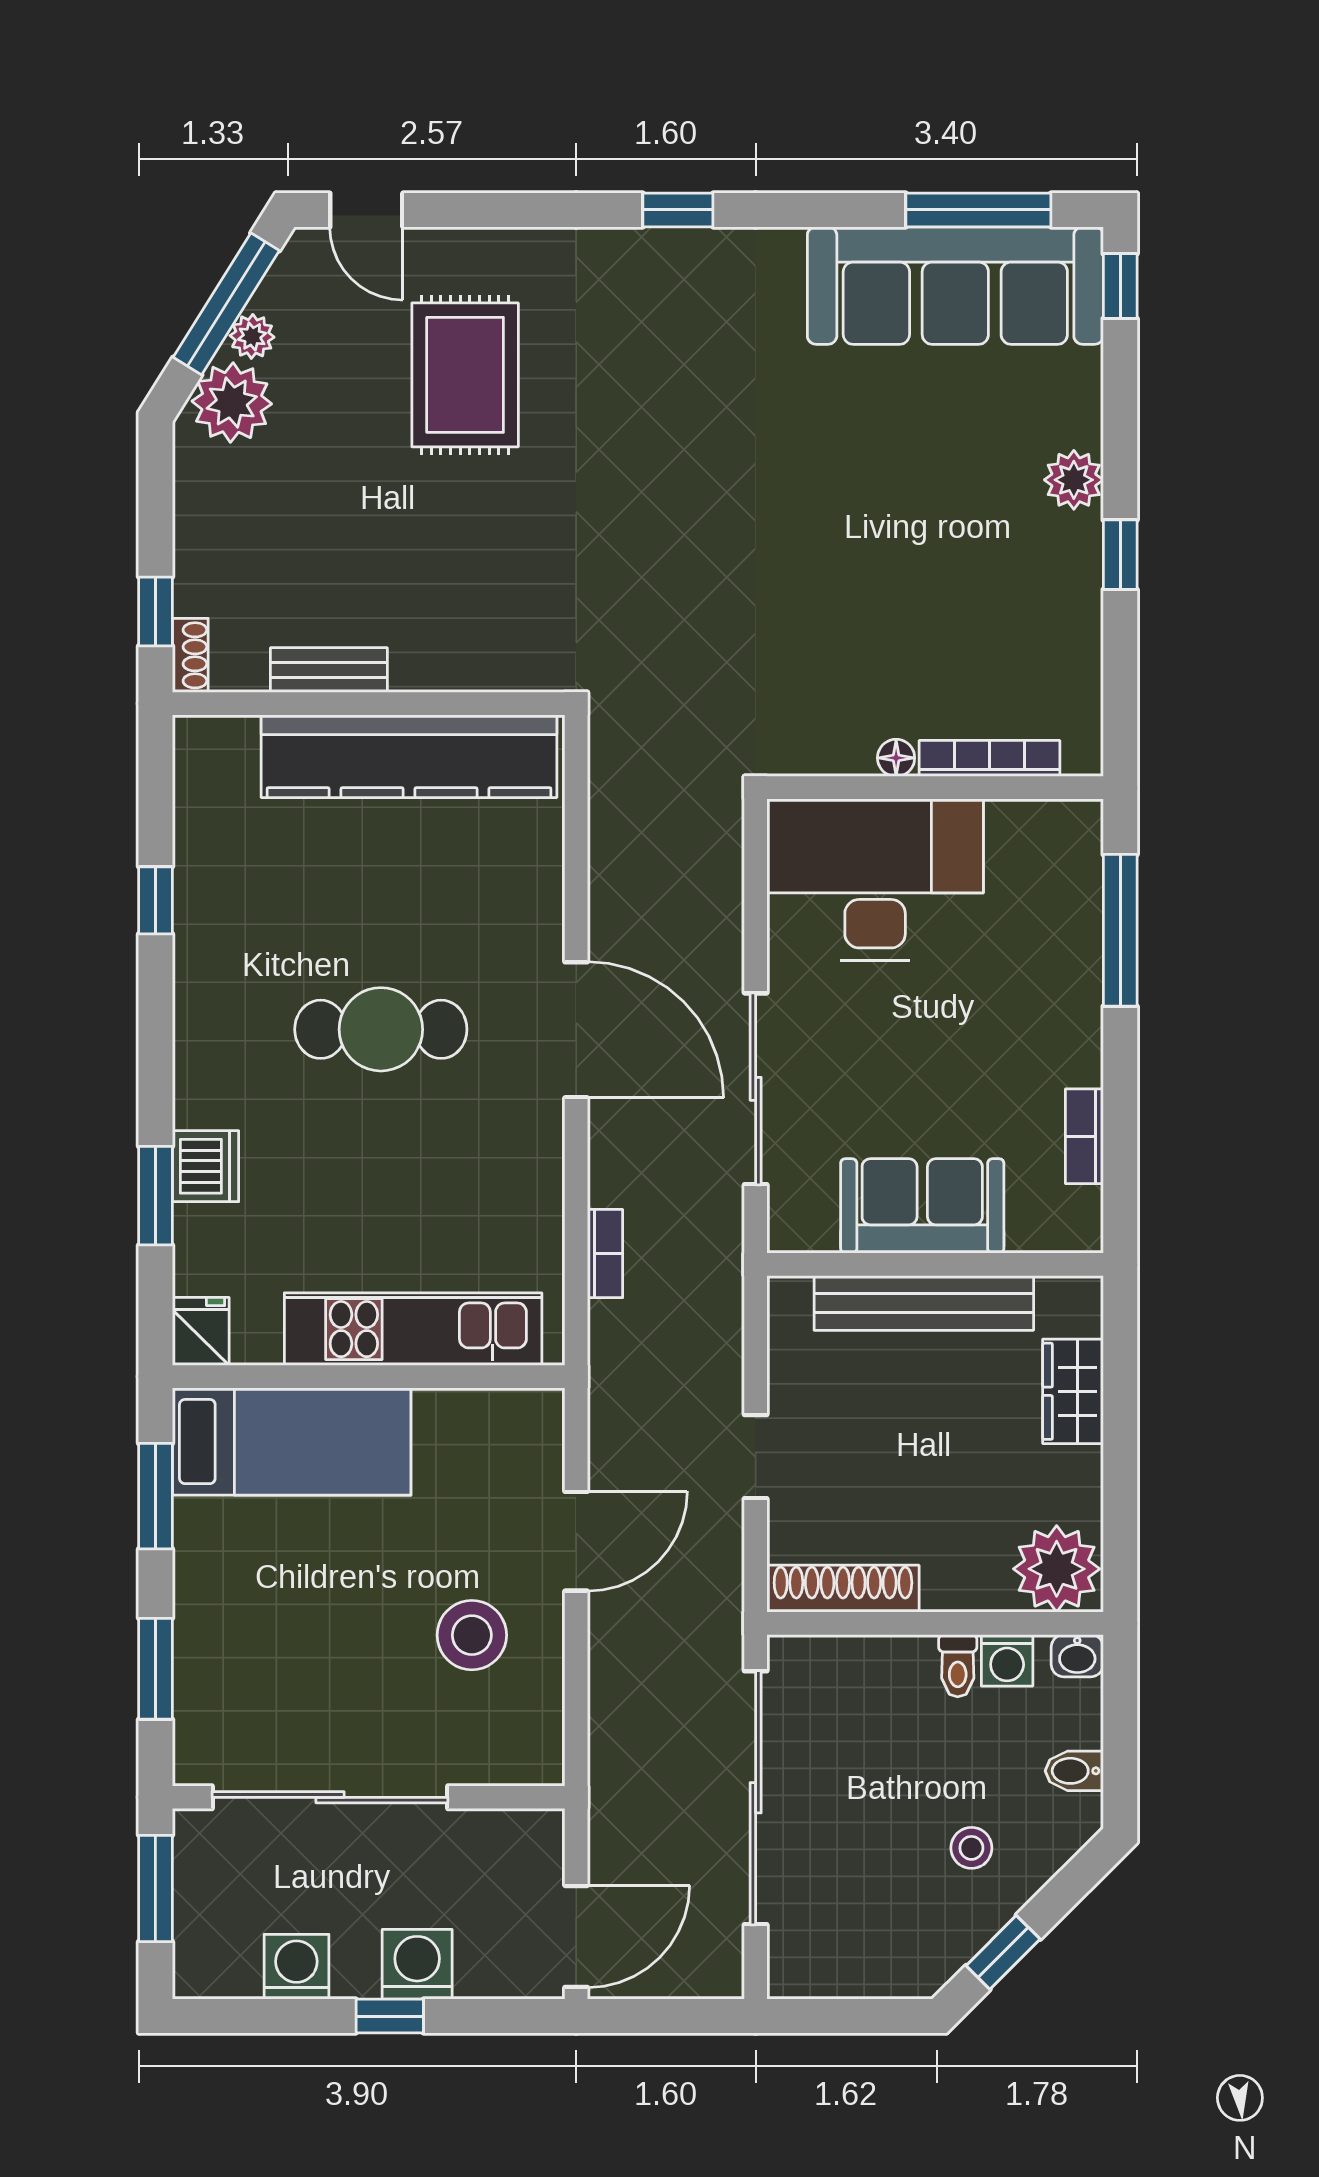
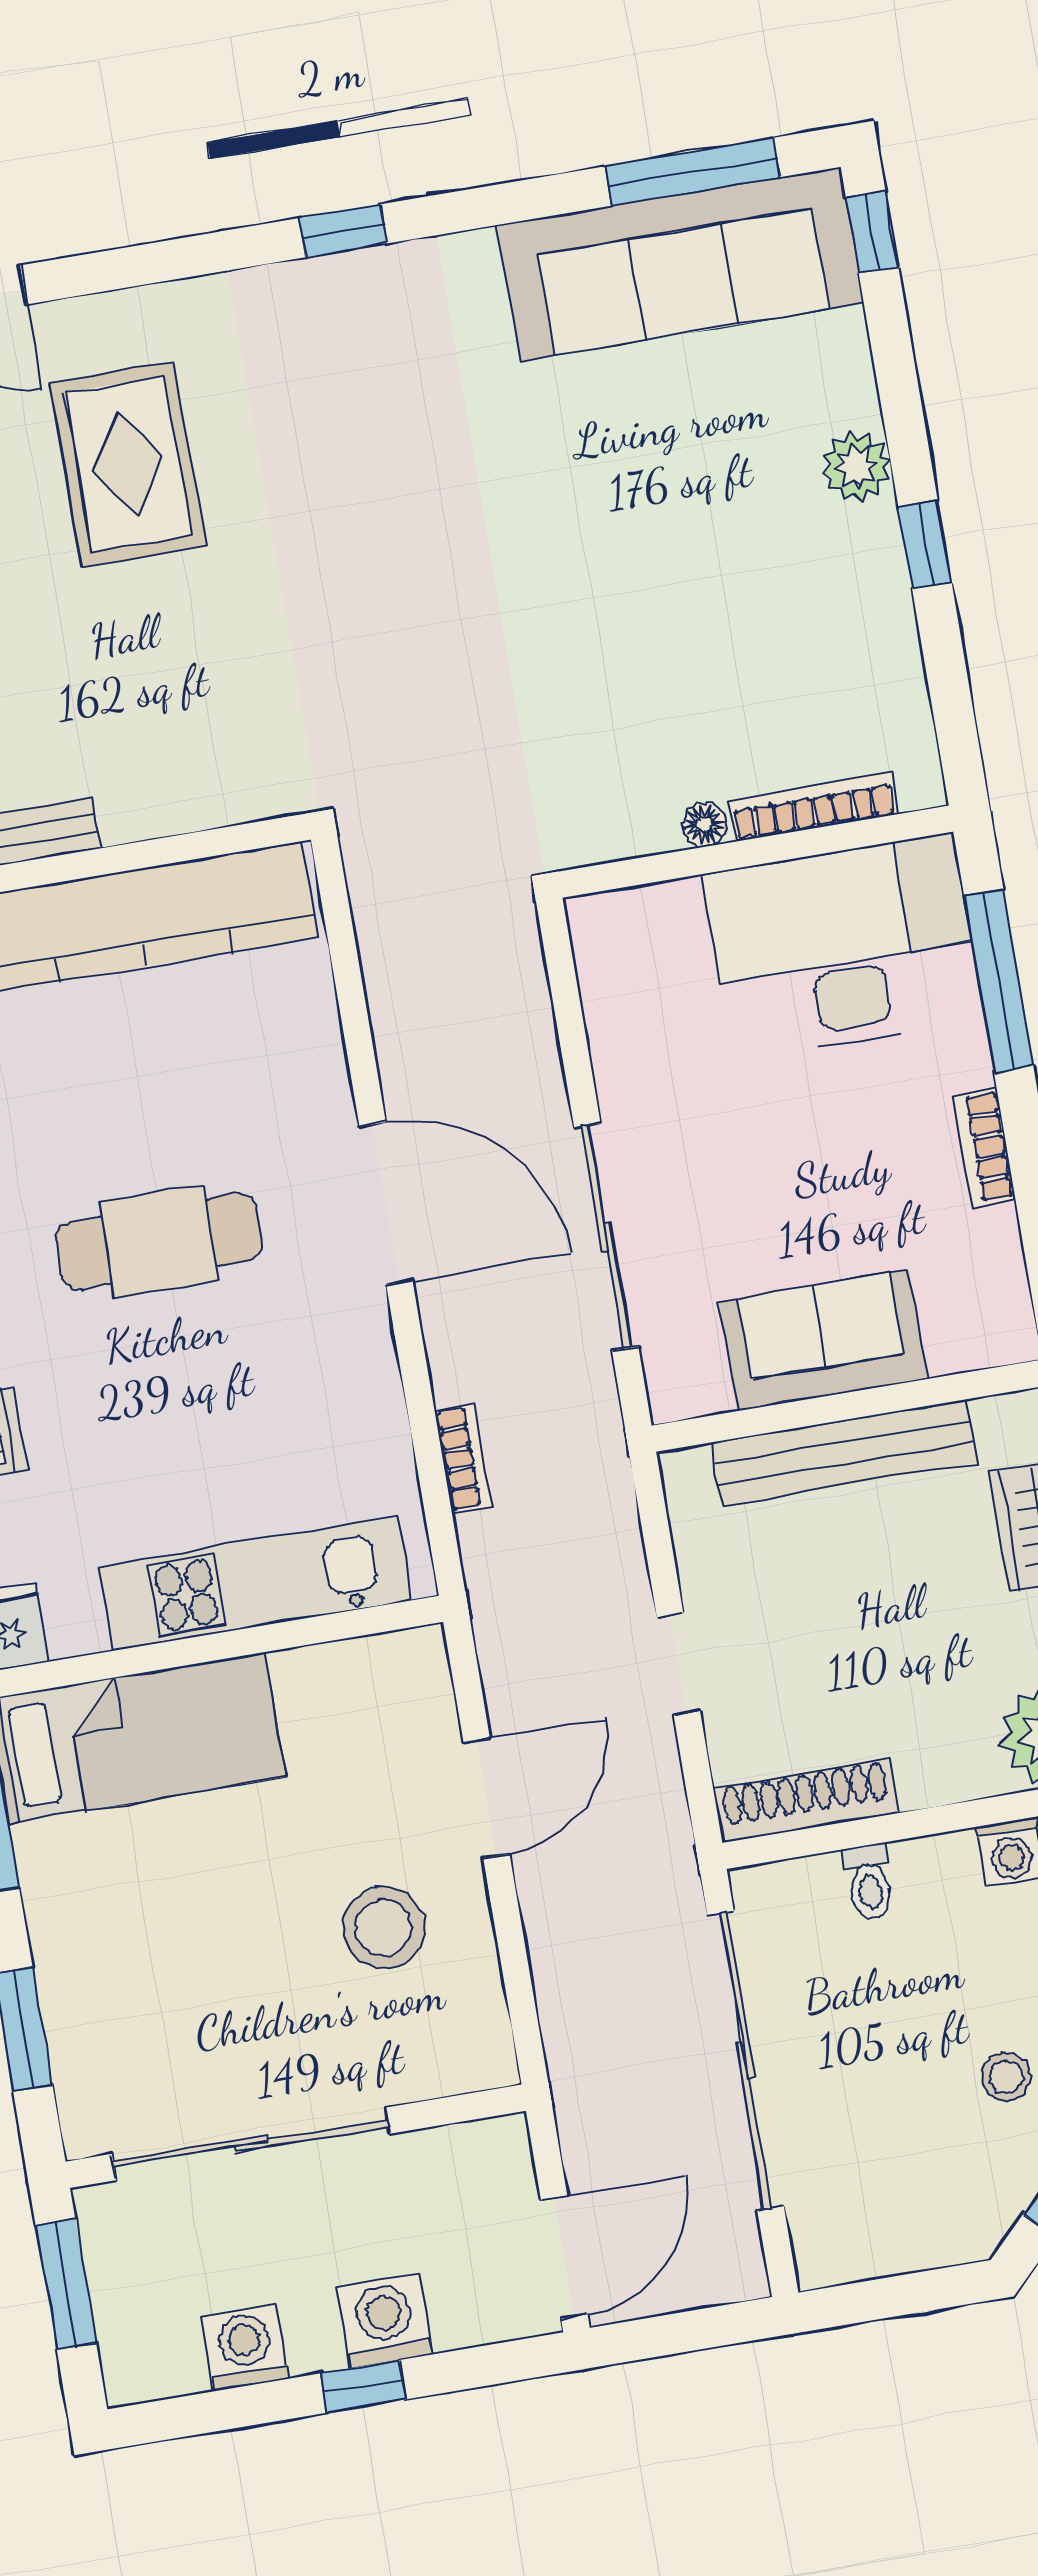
desk: (875, 880) -> (843, 947), moved
bookcase: (1084, 1136) -> (984, 1147), moved
toilet: (958, 1666) -> (869, 1882), moved

